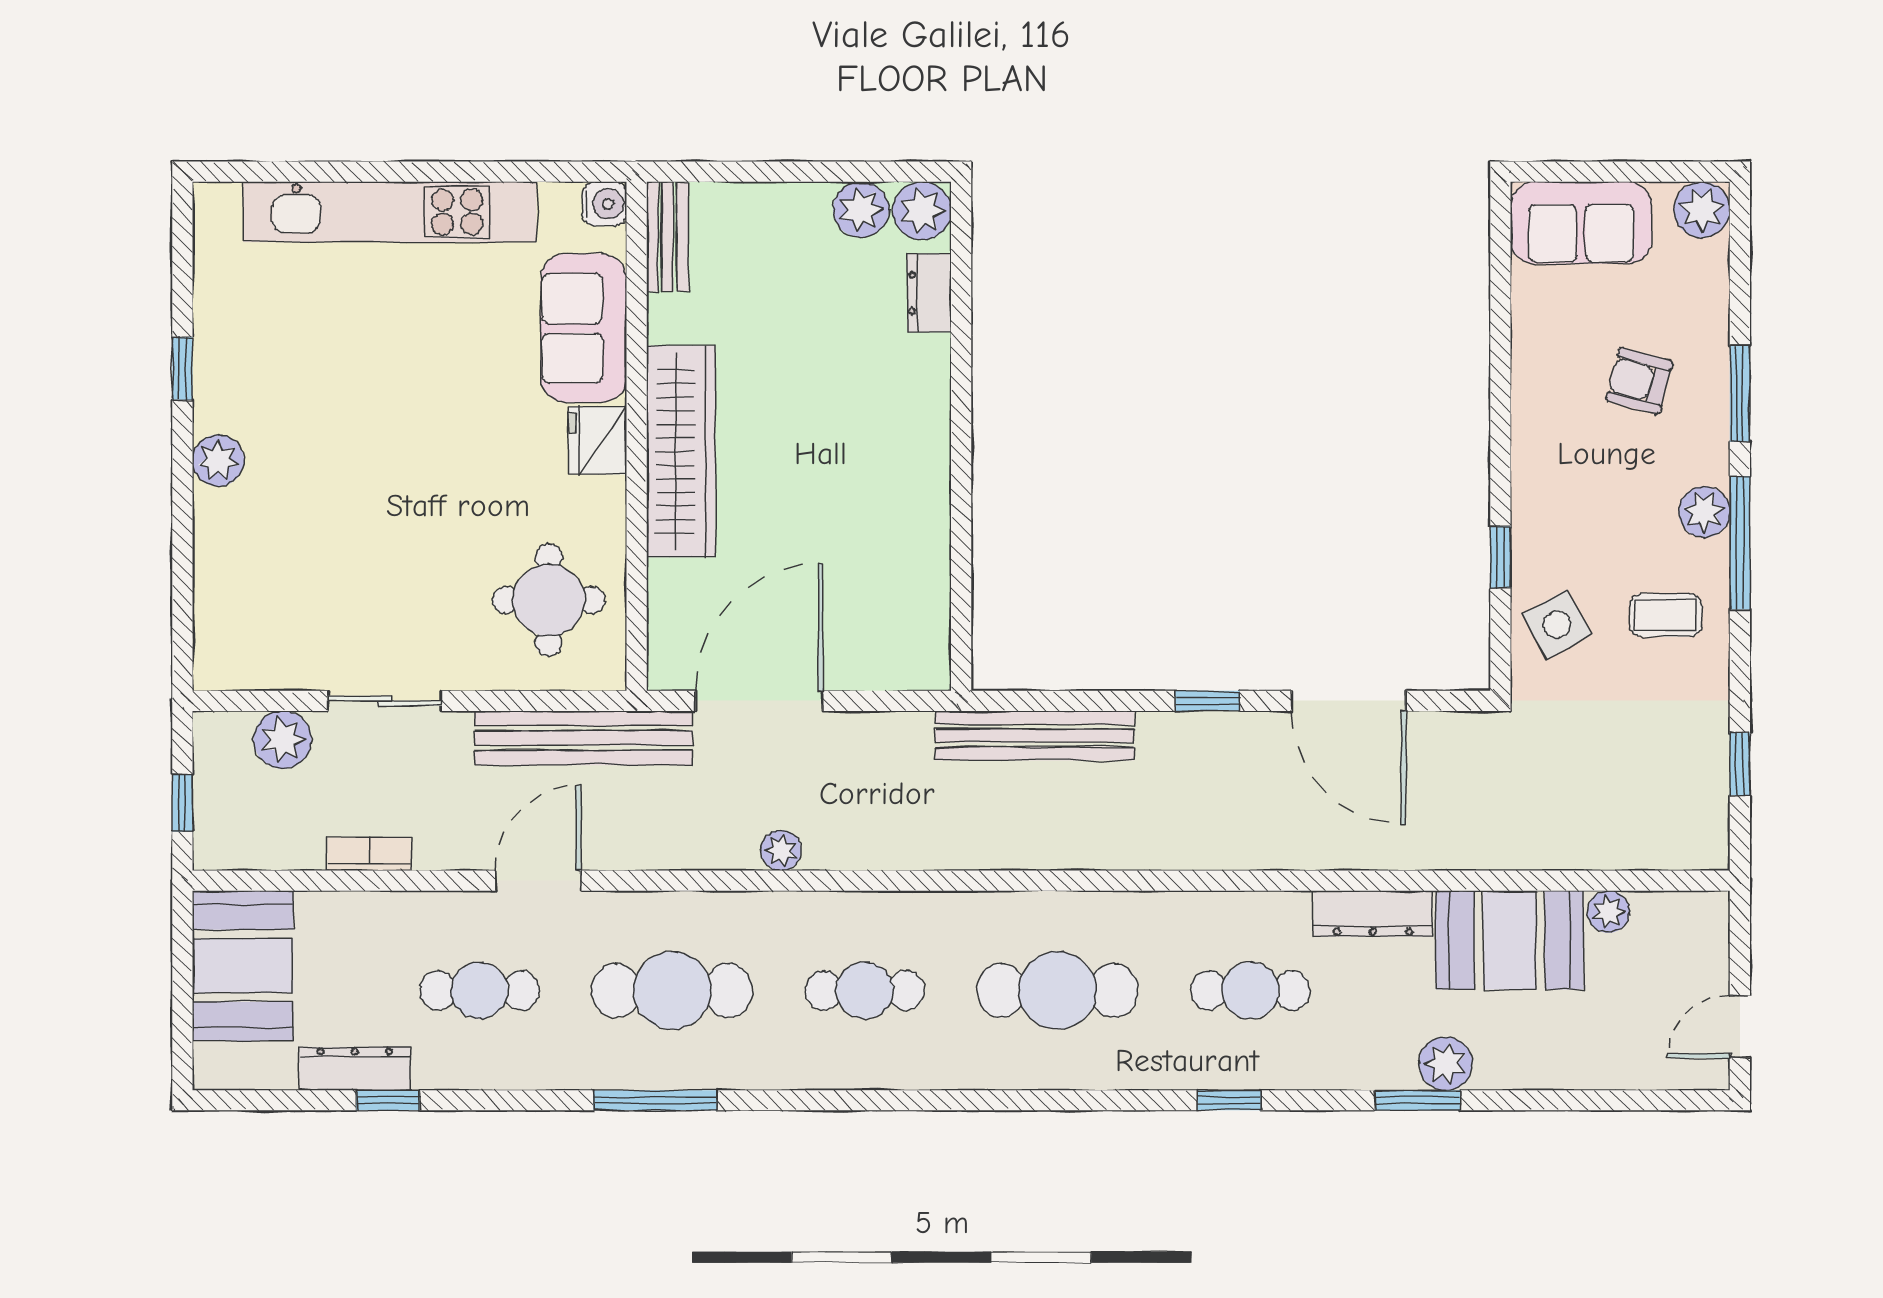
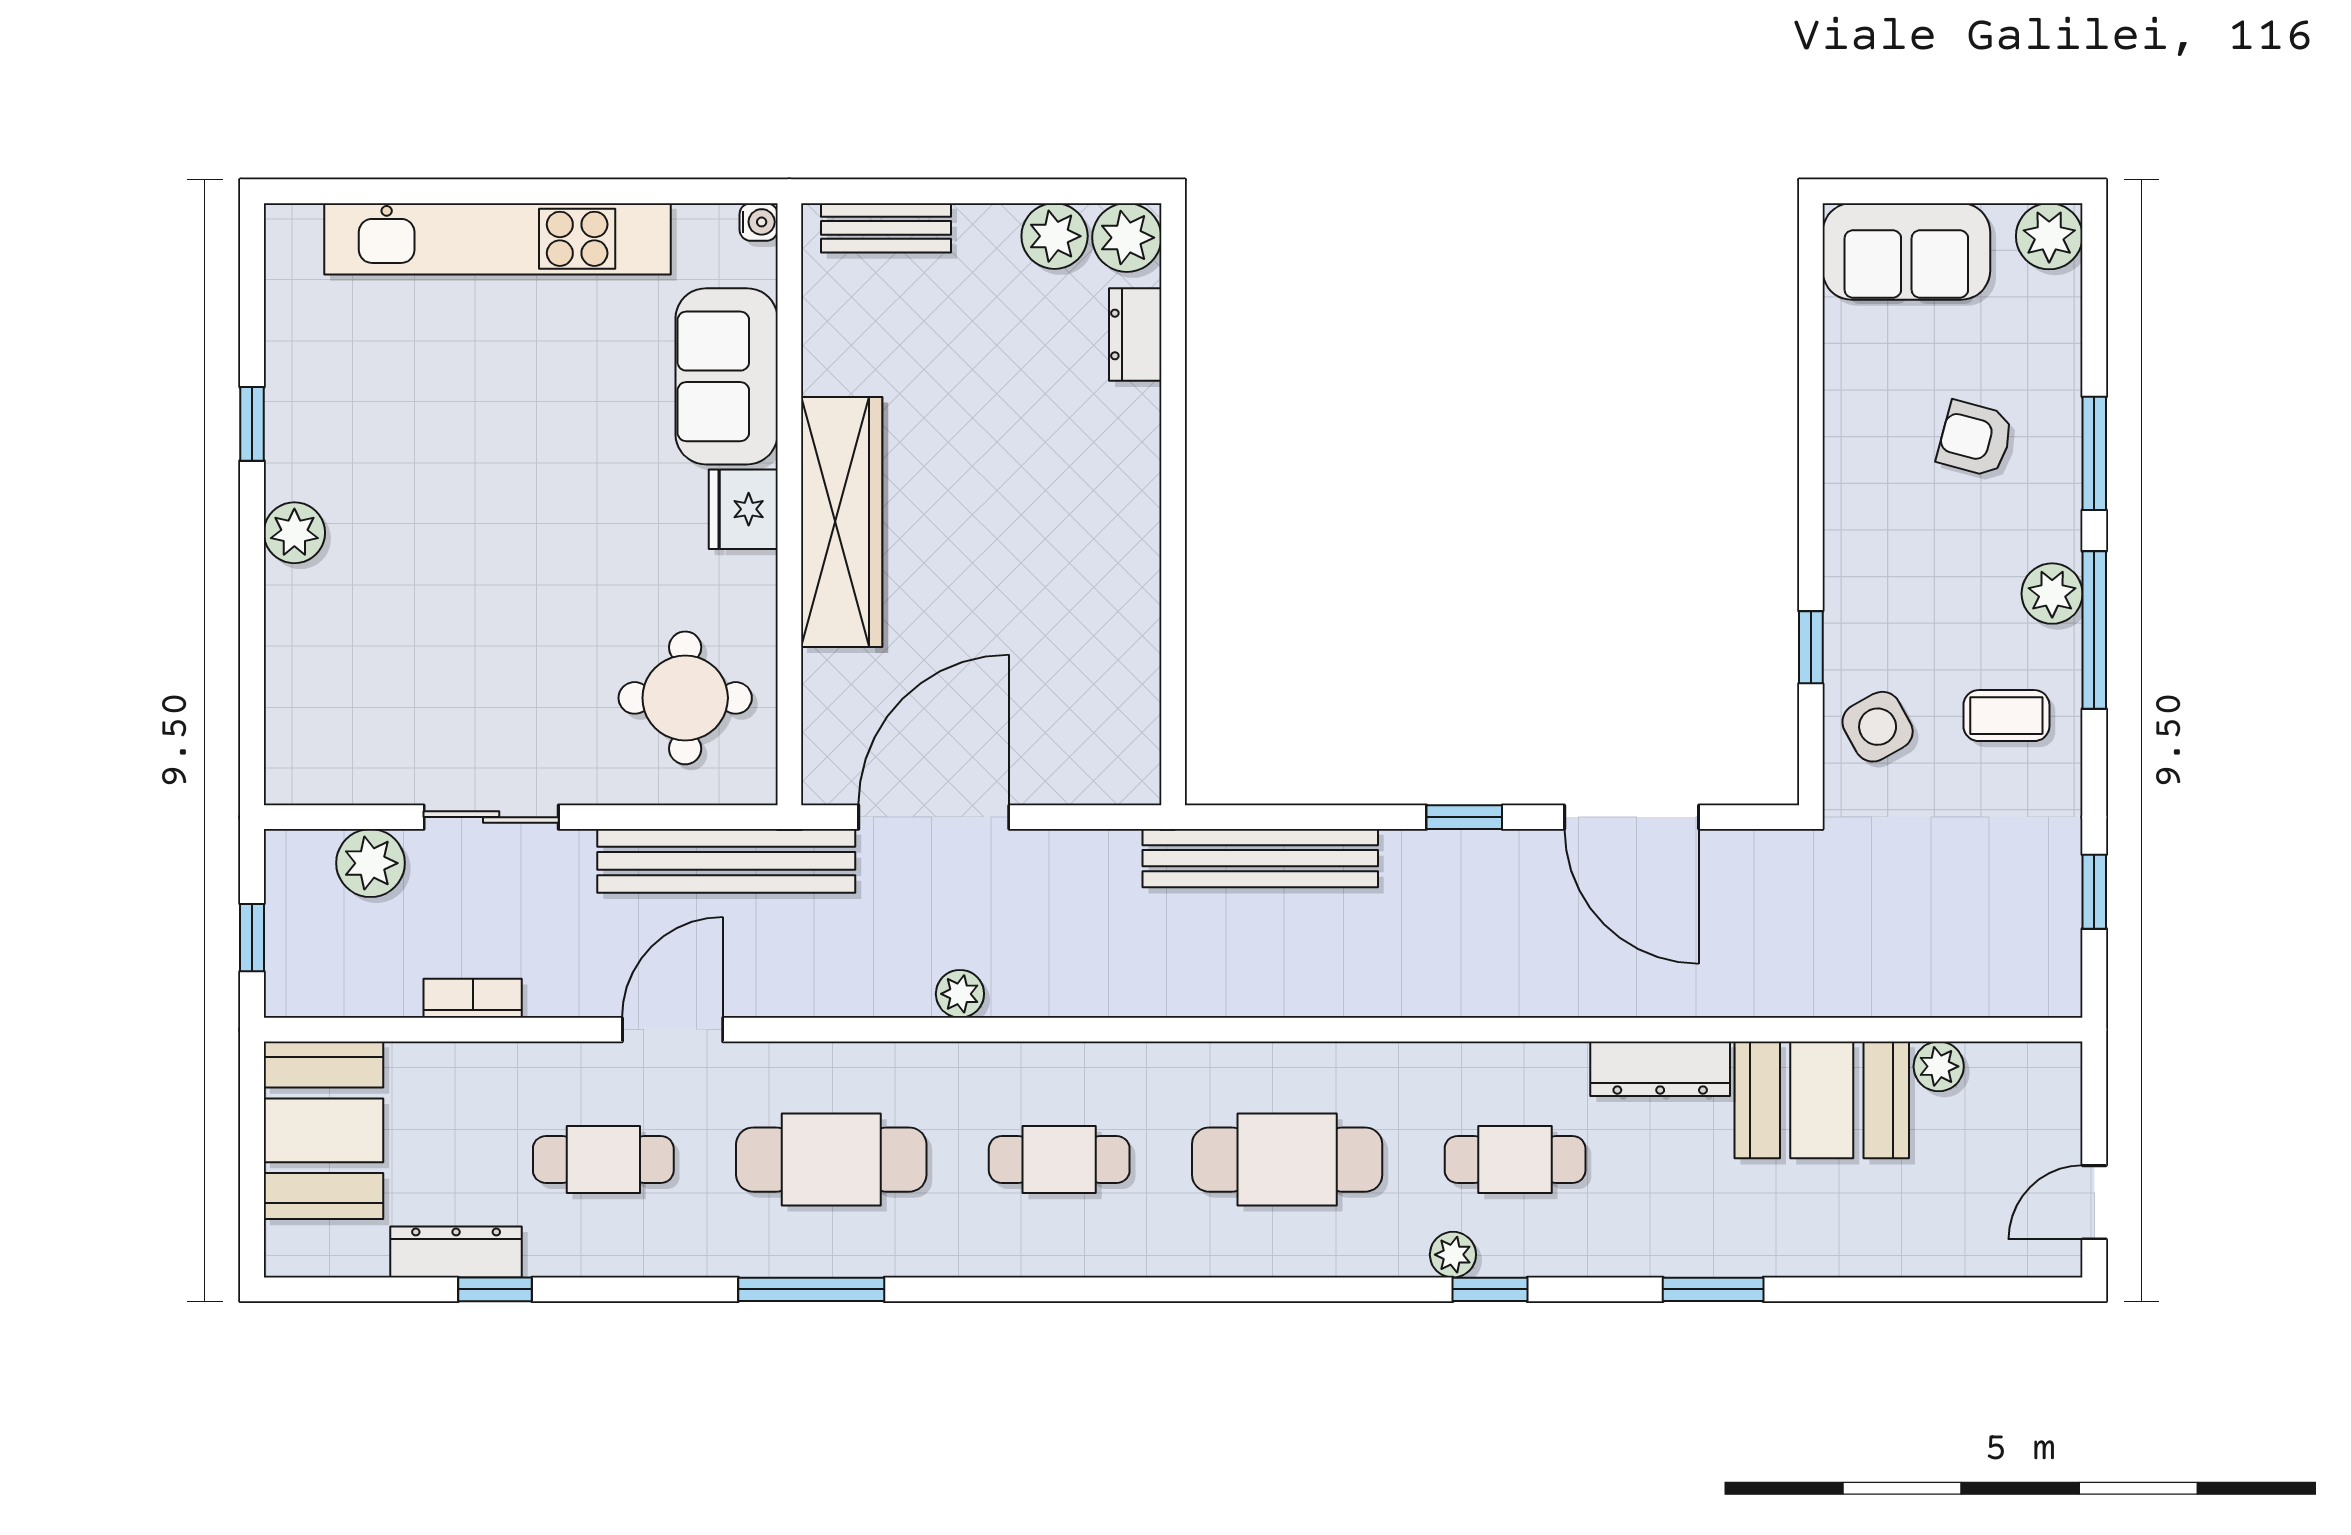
water cooler: (605, 204) -> (759, 222), width x0.72, depth x0.72
bench: (668, 237) -> (886, 228), moved, turned 90
plant: (1446, 1064) -> (1453, 1255), moved, width x0.73, depth x0.73

